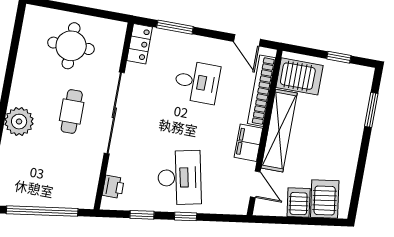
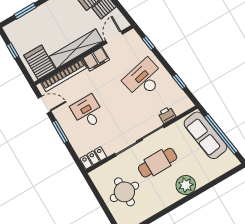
window: (175, 27) -> (60, 132), moved
door: (247, 40) -> (44, 105), hinge flipped
cafe table: (72, 111) -> (158, 163), width x1.37, depth x1.35
printer: (113, 187) -> (167, 115), moved
sofa: (56, 192) -> (205, 135), added
window: (186, 216) -> (148, 43), moved

